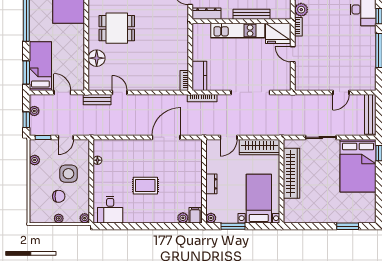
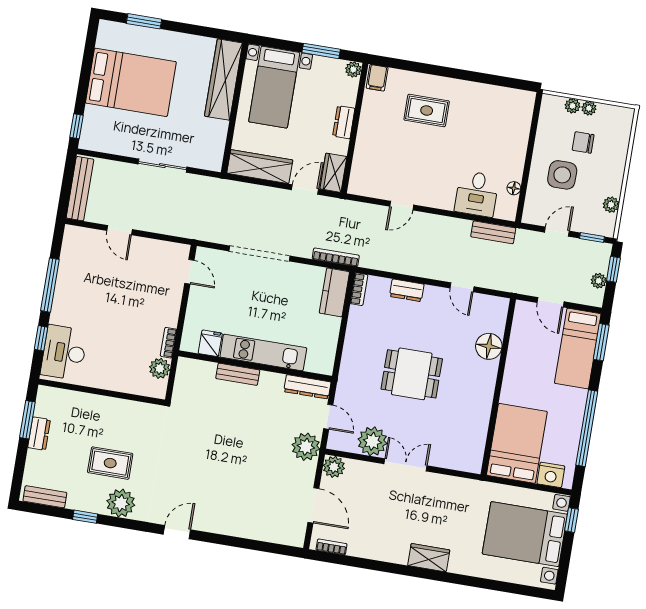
bench: (251, 14) -> (238, 374), width x0.73
dining table: (117, 28) -> (412, 374), moved
fridge: (278, 33) -> (210, 343), width x0.53, depth x0.75
door: (293, 54) -> (189, 272), moved
dresser: (154, 85) -> (407, 290), added
door: (341, 92) -> (120, 230), swing flipped
bench: (97, 100) -> (493, 232), moved
door: (166, 137) -> (402, 206), width x0.53
wardrobe: (213, 151) -> (333, 173), added
bed: (358, 166) -> (131, 82), moved, turned 90
wardrobe: (291, 173) -> (224, 80), moved
rug: (145, 186) -> (427, 110), moved
desk: (110, 210) -> (477, 194), moved, turned 180
plant: (85, 218) -> (573, 106), moved
plant: (183, 218) -> (397, 77), removed

